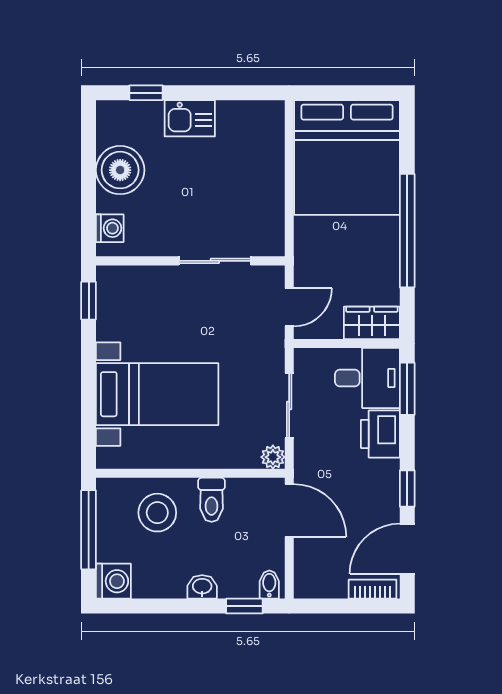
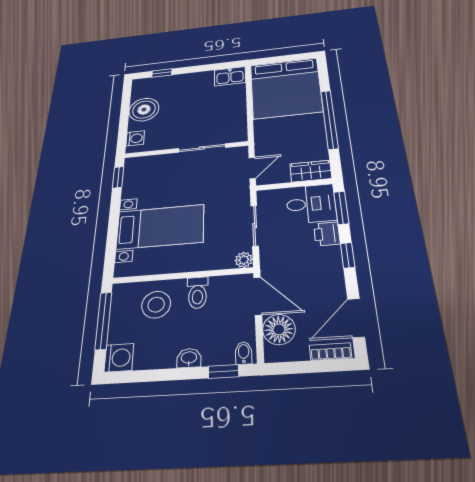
kitchen sink: (190, 118) -> (230, 76), moved
printer: (380, 434) -> (327, 234), width x0.73, depth x0.81
window: (407, 489) -> (348, 255), moved
floor lamp: (313, 557) -> (279, 329), added

